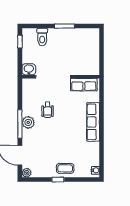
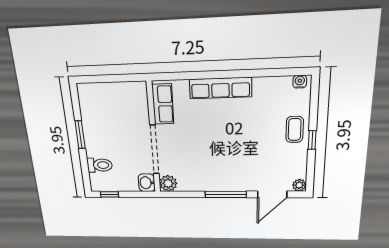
wheelchair: (48, 110) -> (204, 157), removed
plant: (28, 122) -> (168, 183), moved

